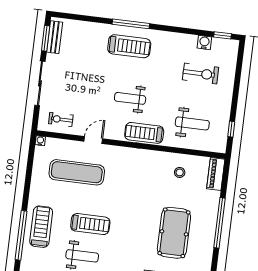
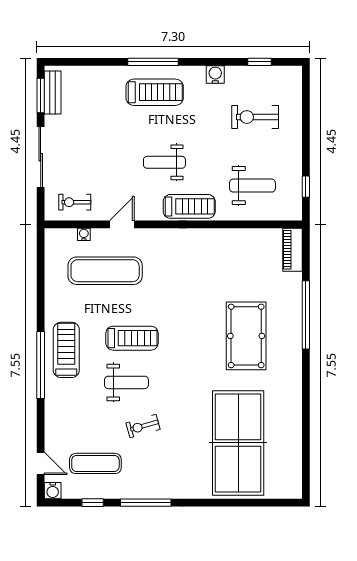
window: (223, 35) -> (259, 62), moved
water cooler: (204, 42) -> (215, 74), moved
exercise bike: (201, 74) -> (255, 117), turned 180
treadmill: (144, 133) -> (189, 206), turned 180
water cooler: (40, 141) -> (84, 234), moved
stool: (180, 172) -> (244, 254), removed

